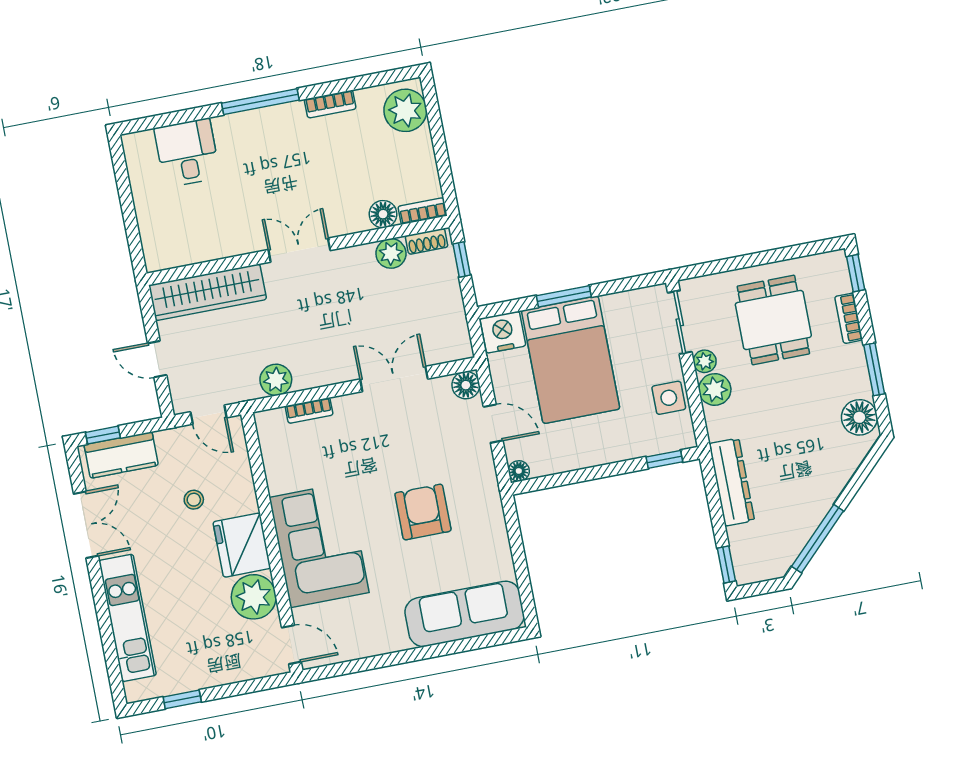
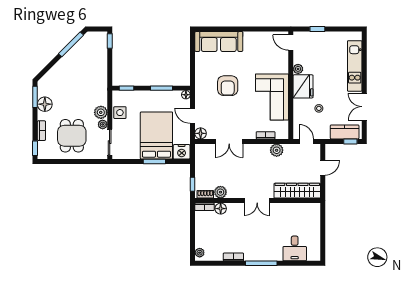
plant: (405, 110) -> (200, 253), width x0.53, depth x0.53
door: (157, 359) -> (323, 168), hinge flipped
window: (874, 369) -> (35, 97), moved
floor lamp: (859, 417) -> (45, 104), moved
window: (580, 476) -> (162, 88), added
dresser: (732, 482) -> (101, 74), removed
corner sofa: (319, 545) -> (272, 97), moved
plant: (254, 597) -> (298, 69), width x0.53, depth x0.53
window: (182, 699) -> (317, 29), moved

